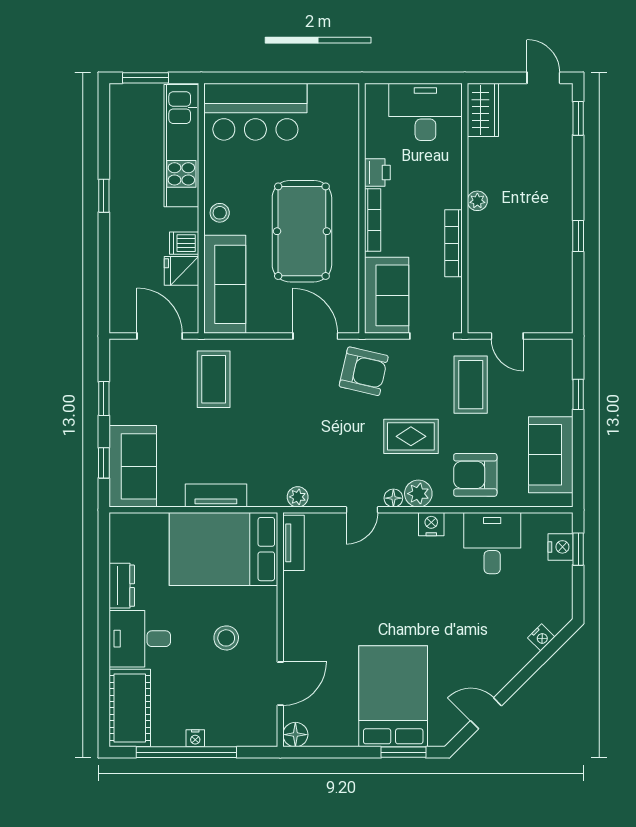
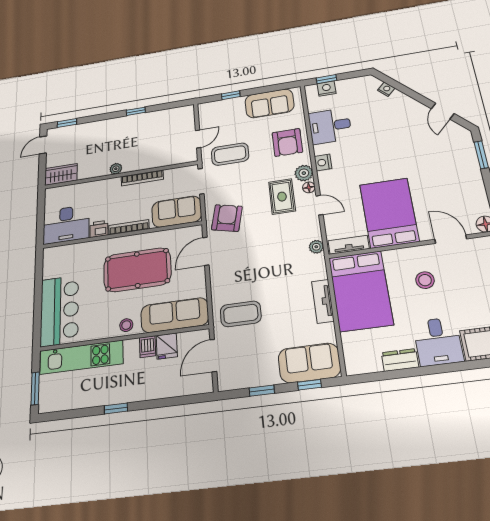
desk: (425, 112) -> (66, 224), moved, turned -90
rug: (411, 436) -> (282, 197), moved
bed: (393, 696) -> (389, 213), moved, turned 90

